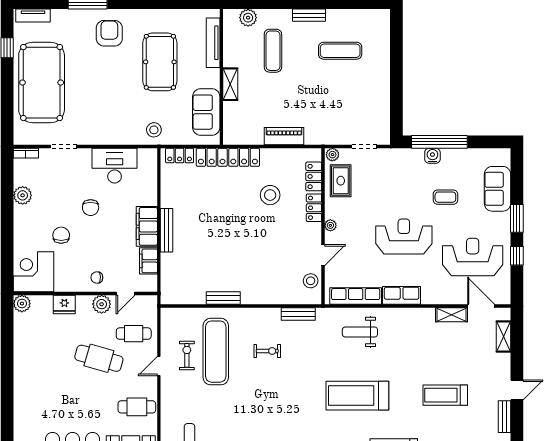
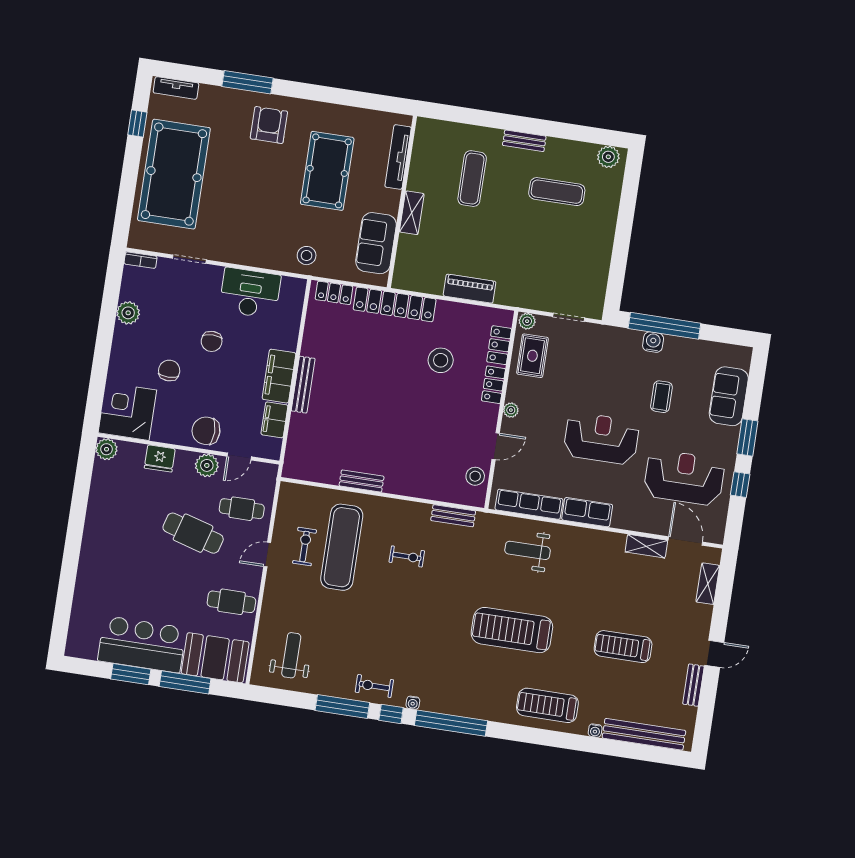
plant: (248, 18) -> (608, 157), moved
coffee table: (445, 197) -> (661, 397), turned 90
chair: (97, 277) -> (206, 431), width x1.87, depth x1.87

